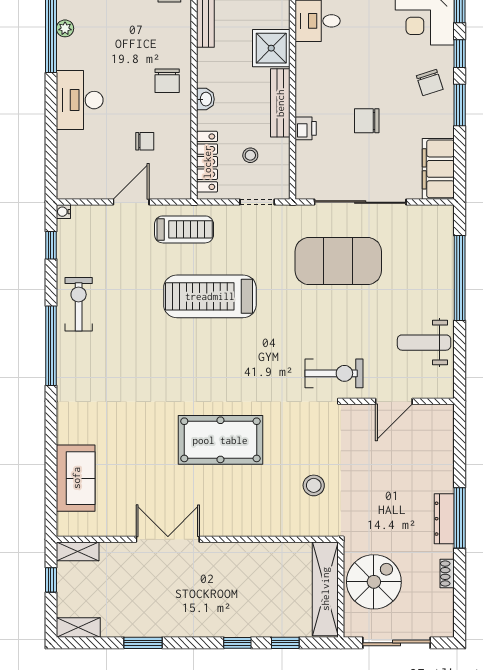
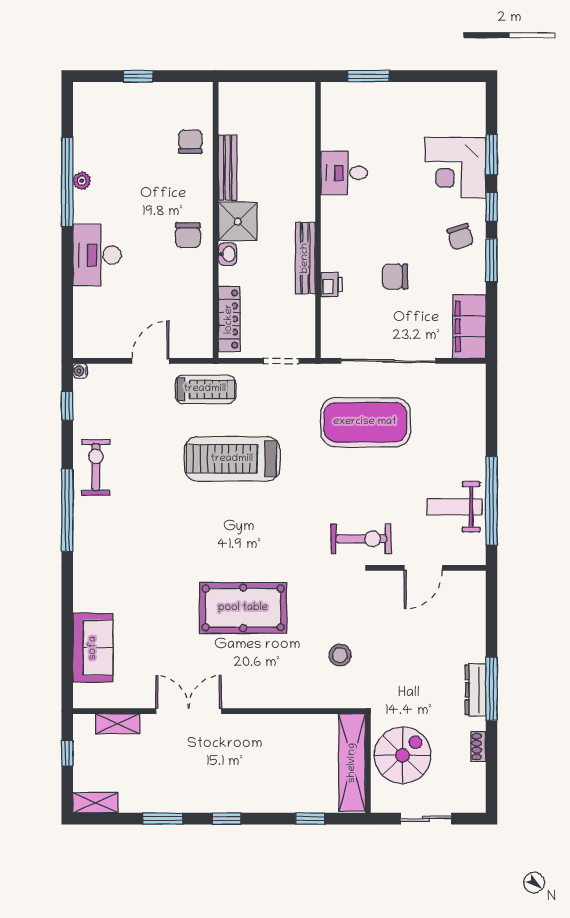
shower: (271, 48) -> (238, 222), moved
chair: (145, 141) -> (164, 298), removed
stool: (250, 155) -> (274, 312), removed
window: (460, 278) -> (491, 501), moved
shelving: (78, 551) -> (118, 724), moved
window: (237, 643) -> (227, 819), moved
sliding door: (396, 643) -> (426, 819), width x0.73

